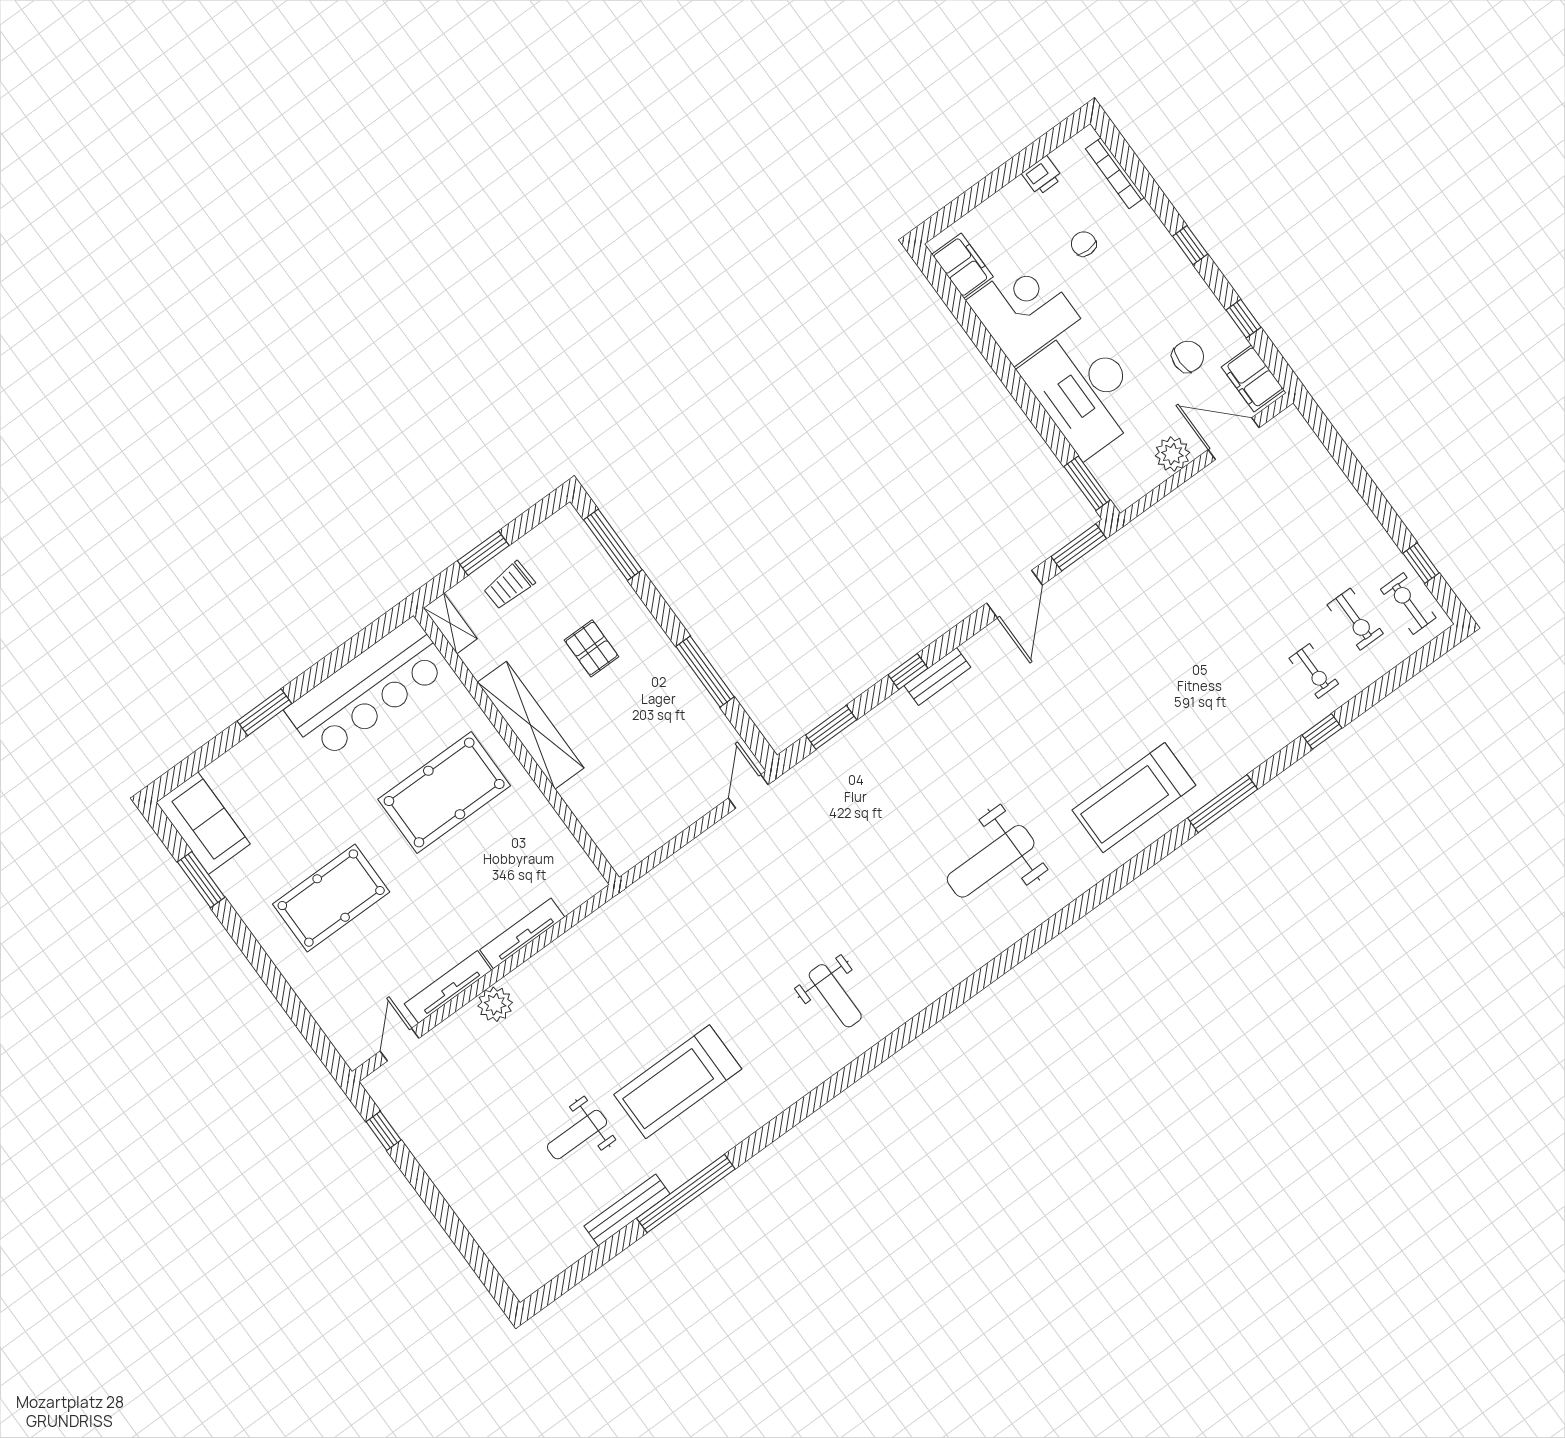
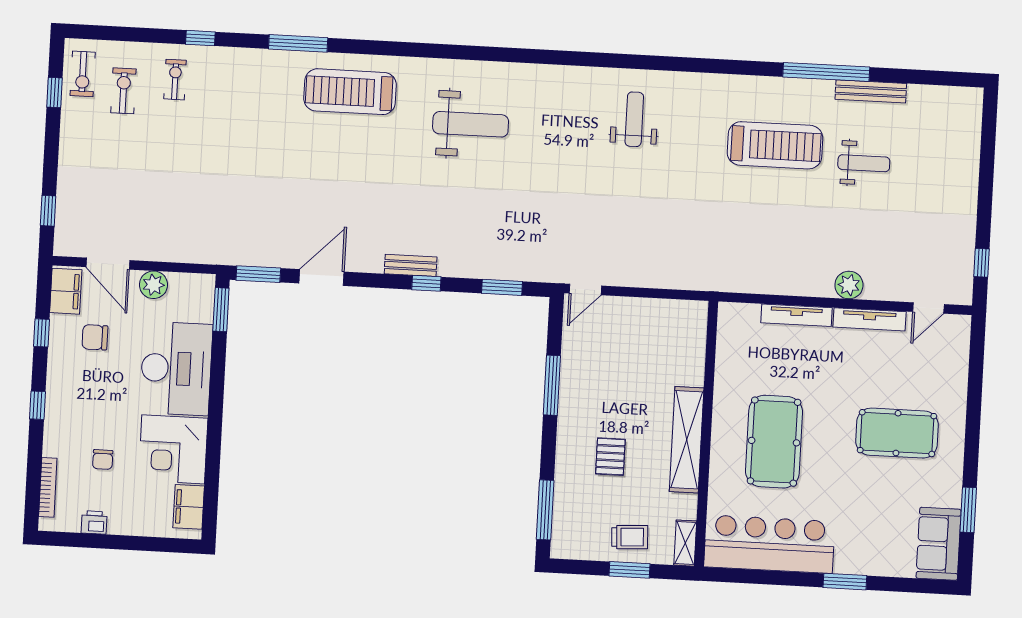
window: (1334, 443) -> (48, 211), added
pool table: (444, 792) -> (774, 442), turned 90
treadmill: (1134, 798) -> (350, 92), turned 180

